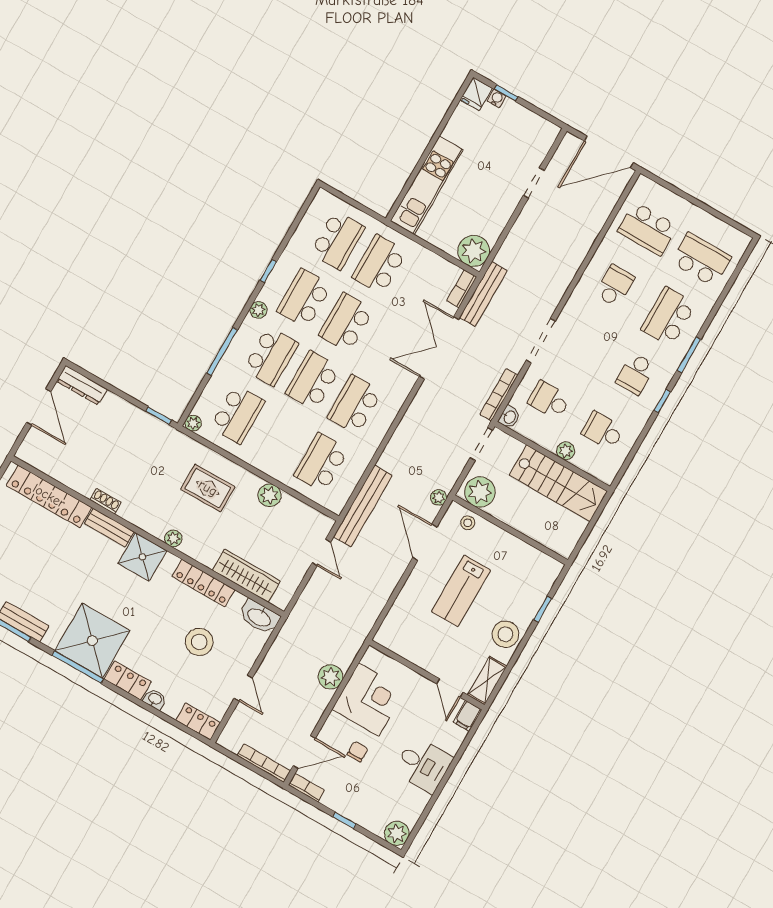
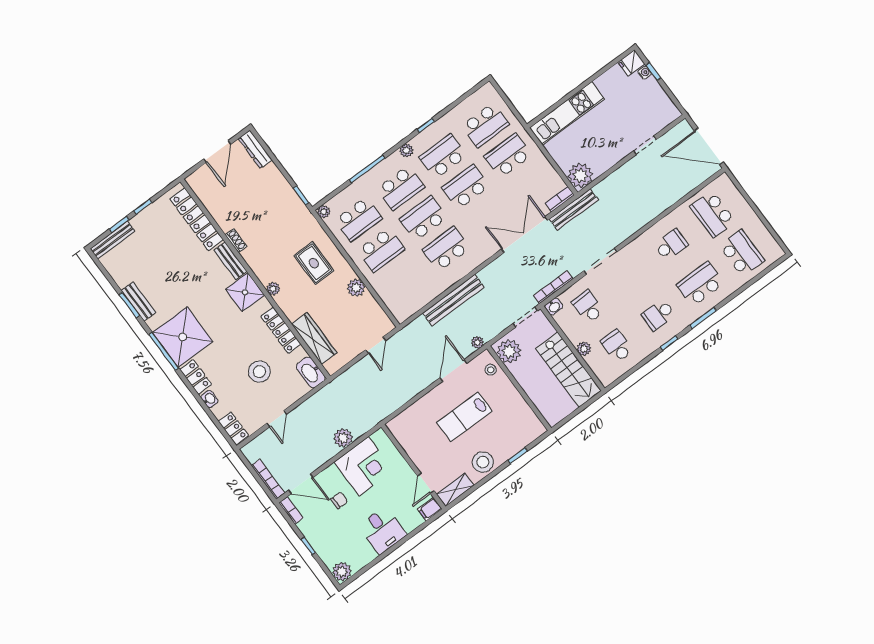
school desk: (321, 463) -> (381, 250), moved, turned 180
bench: (363, 506) -> (453, 300), moved

